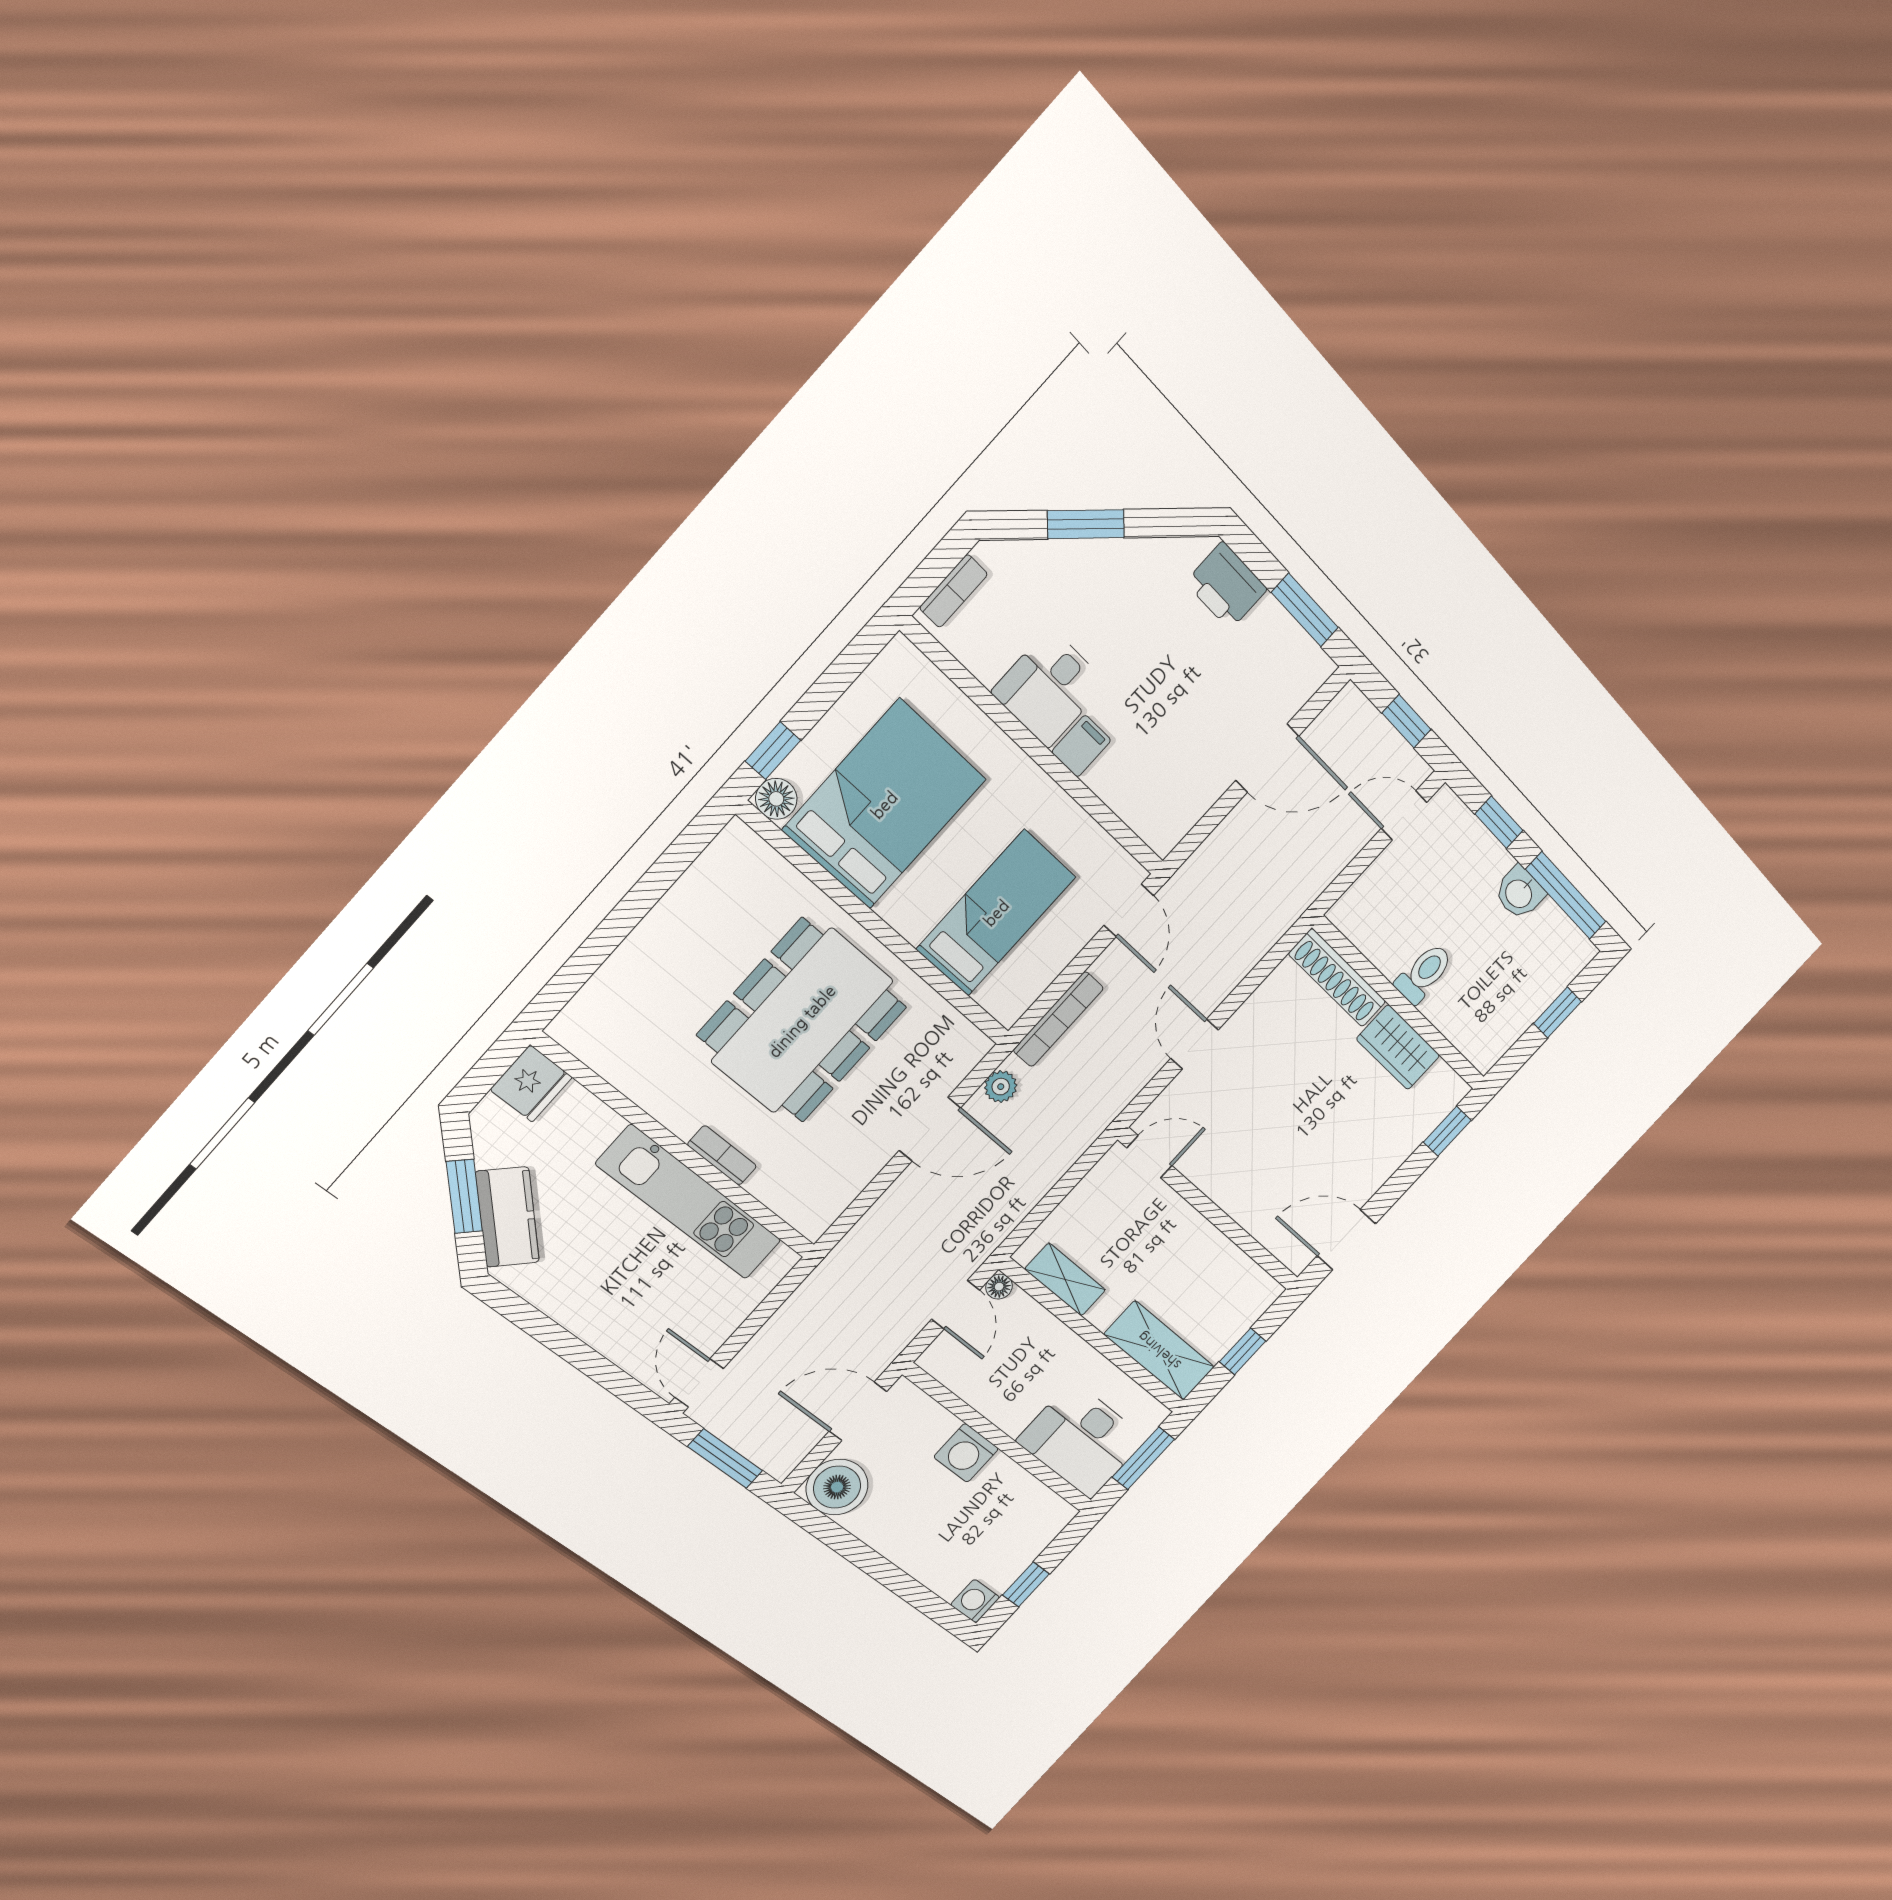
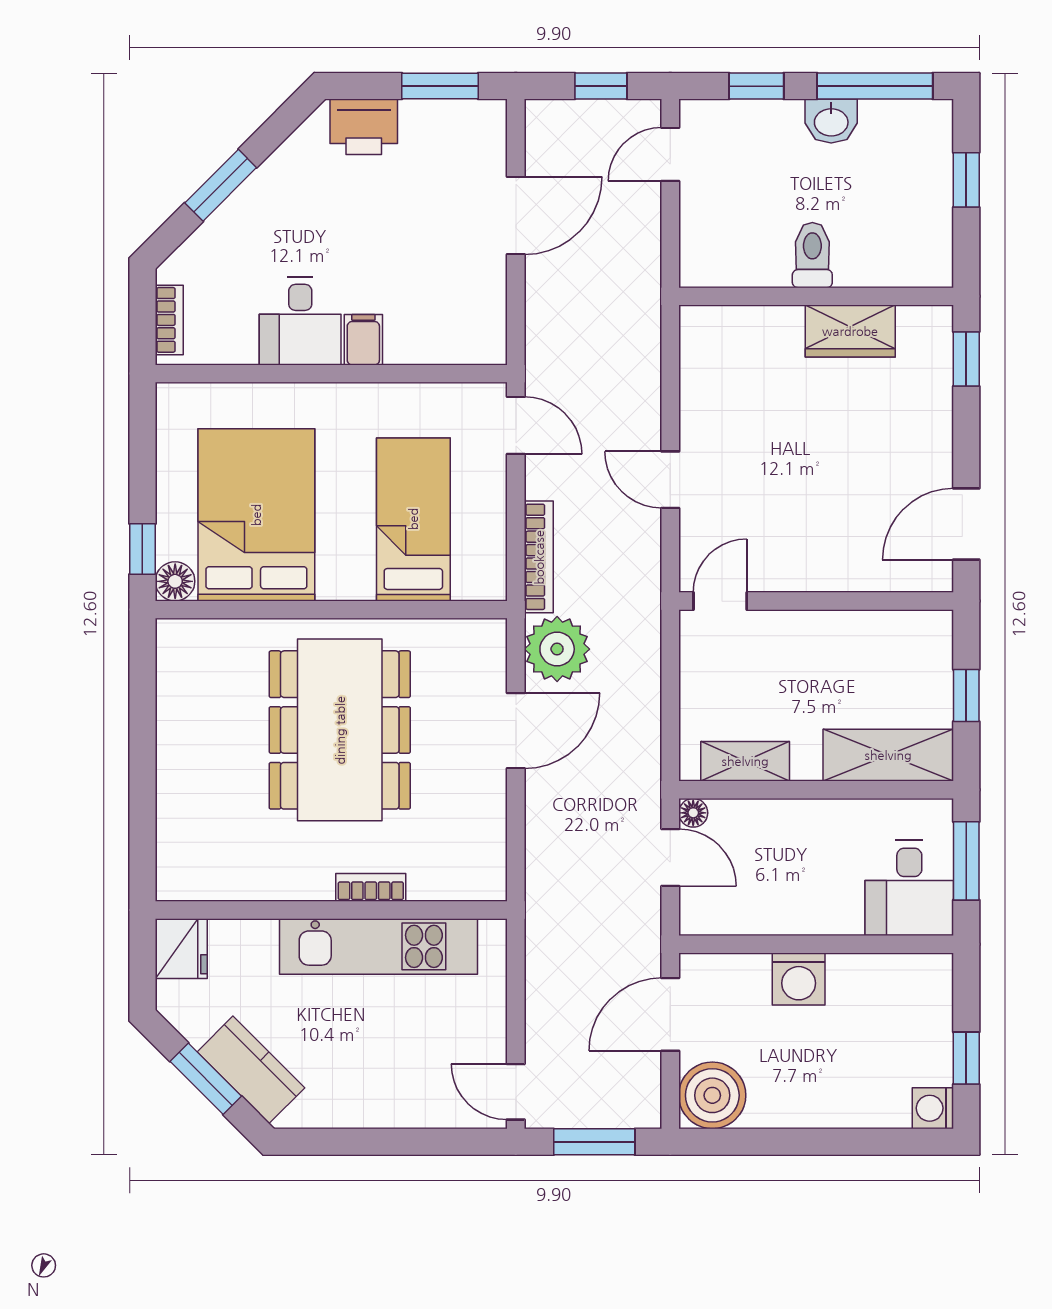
shoe rack: (1337, 978) -> (740, 324), removed
plant: (1001, 1087) -> (557, 649), width x1.88, depth x1.88
desk: (1082, 1440) -> (909, 888), width x0.73

